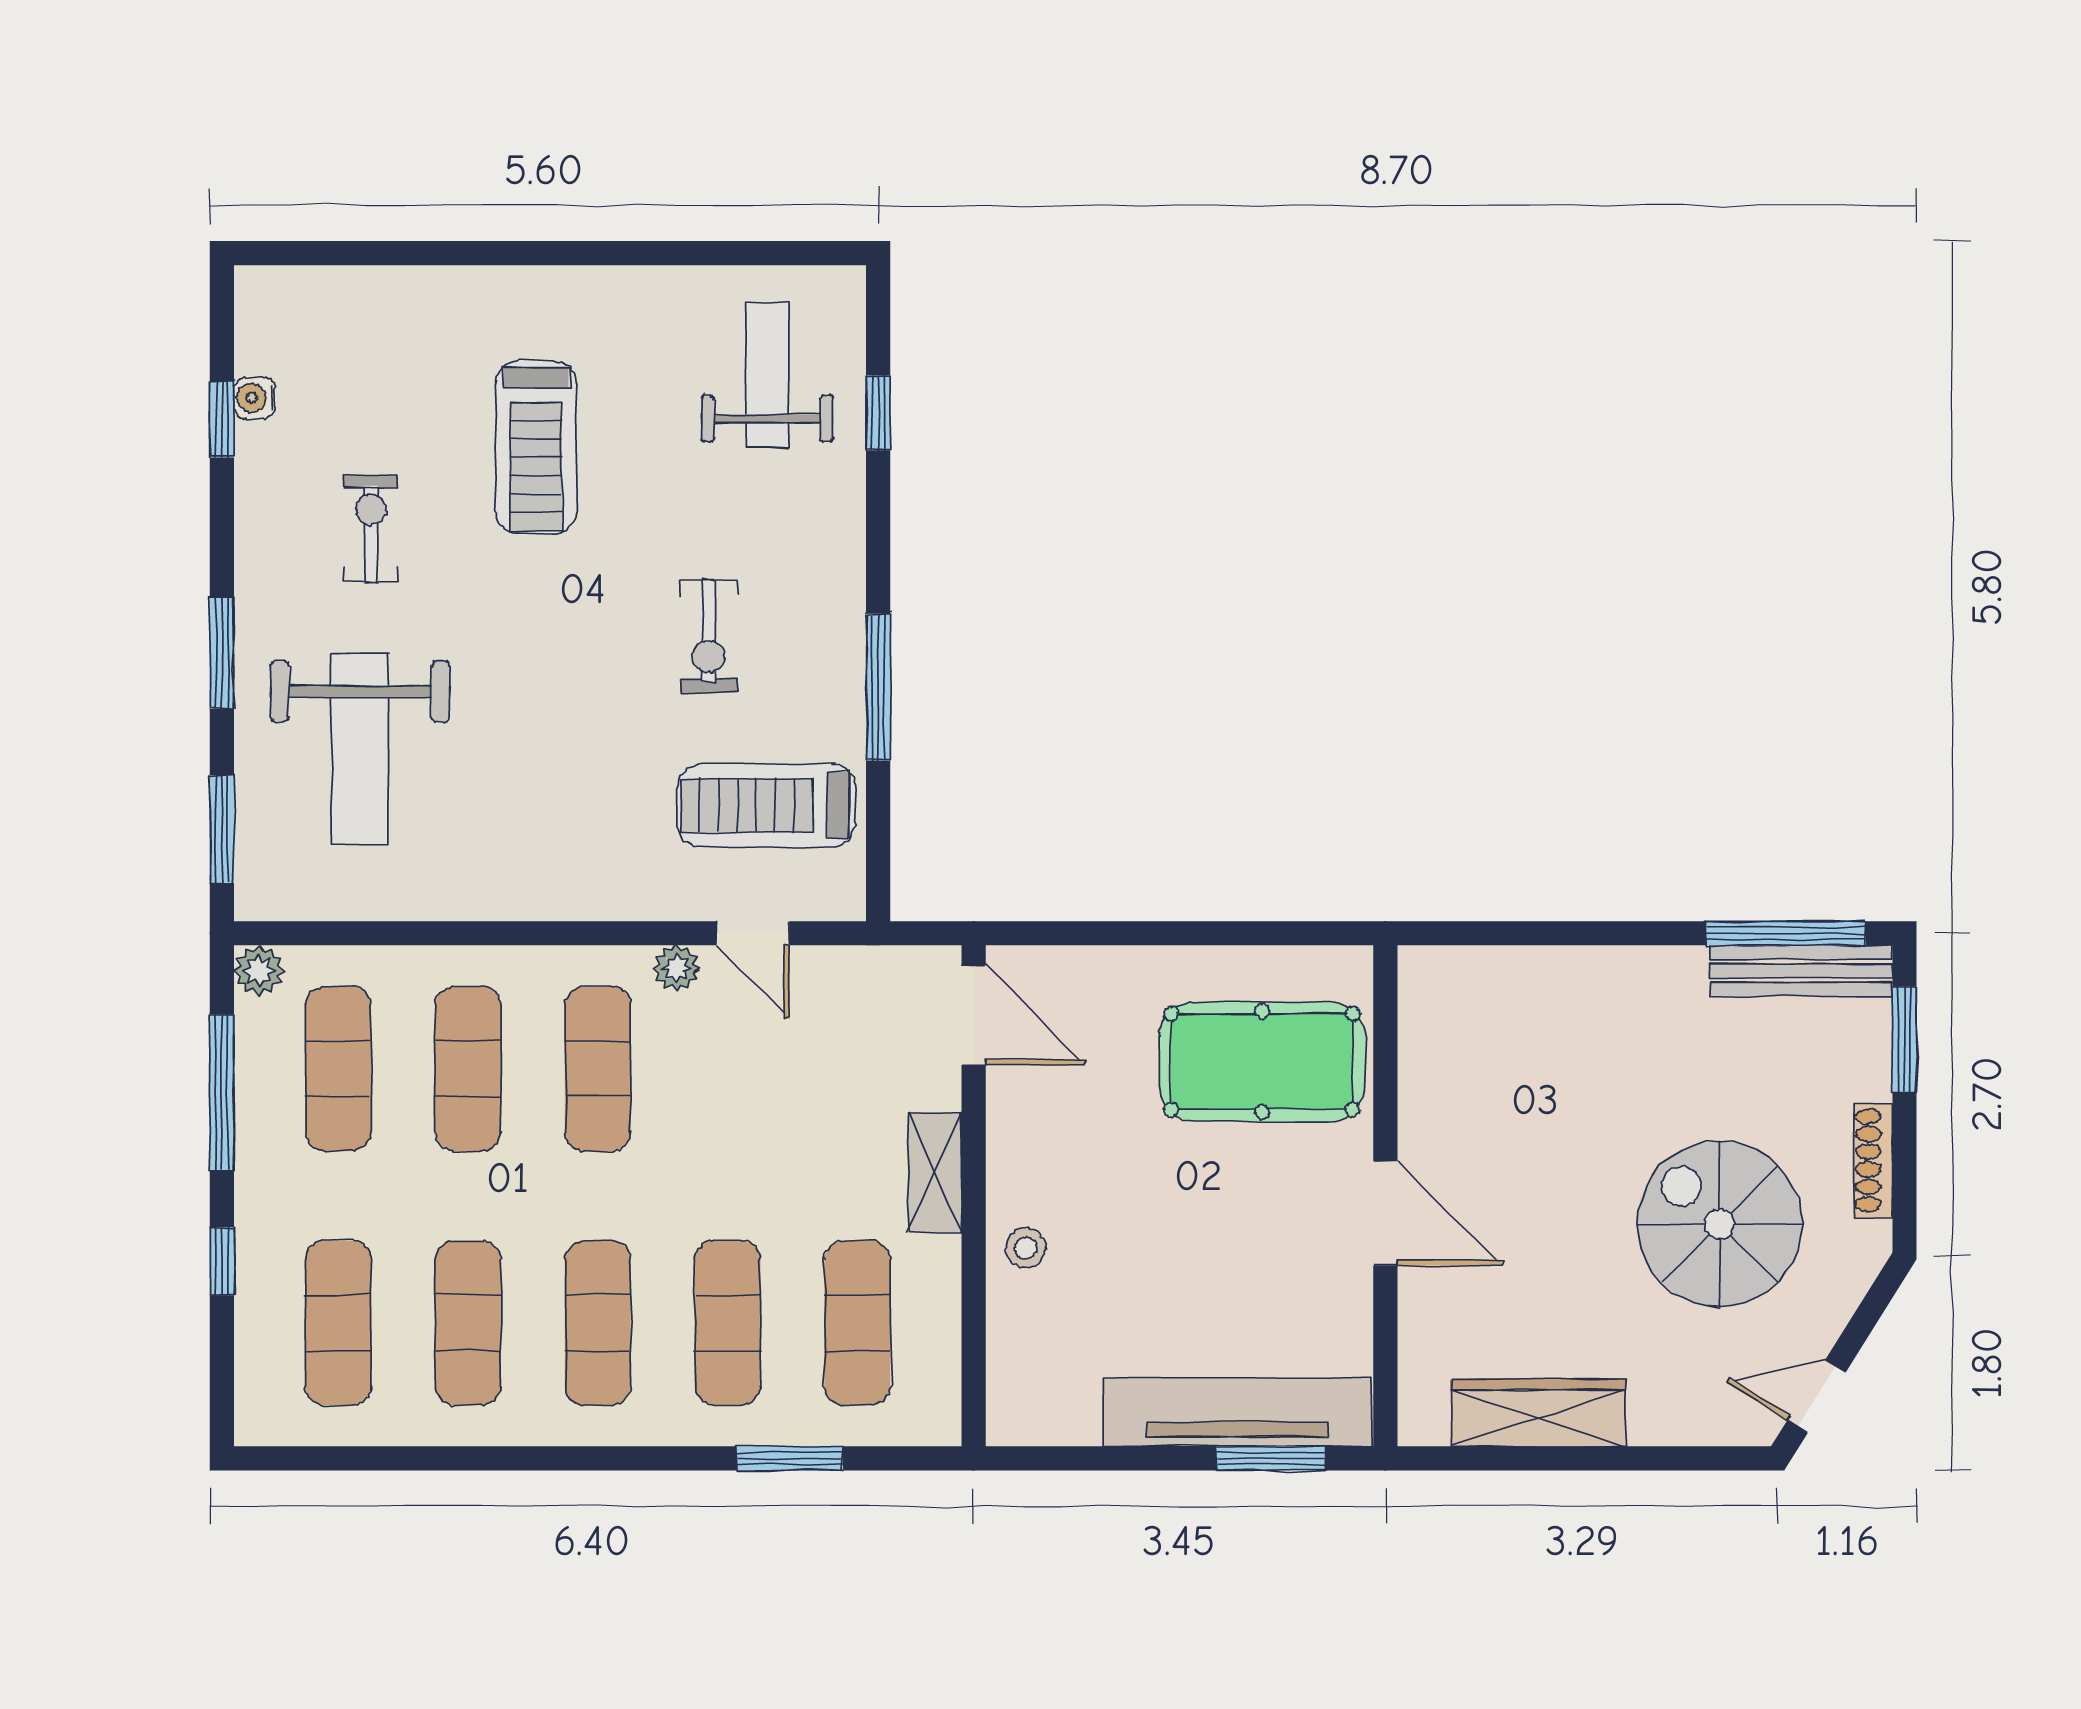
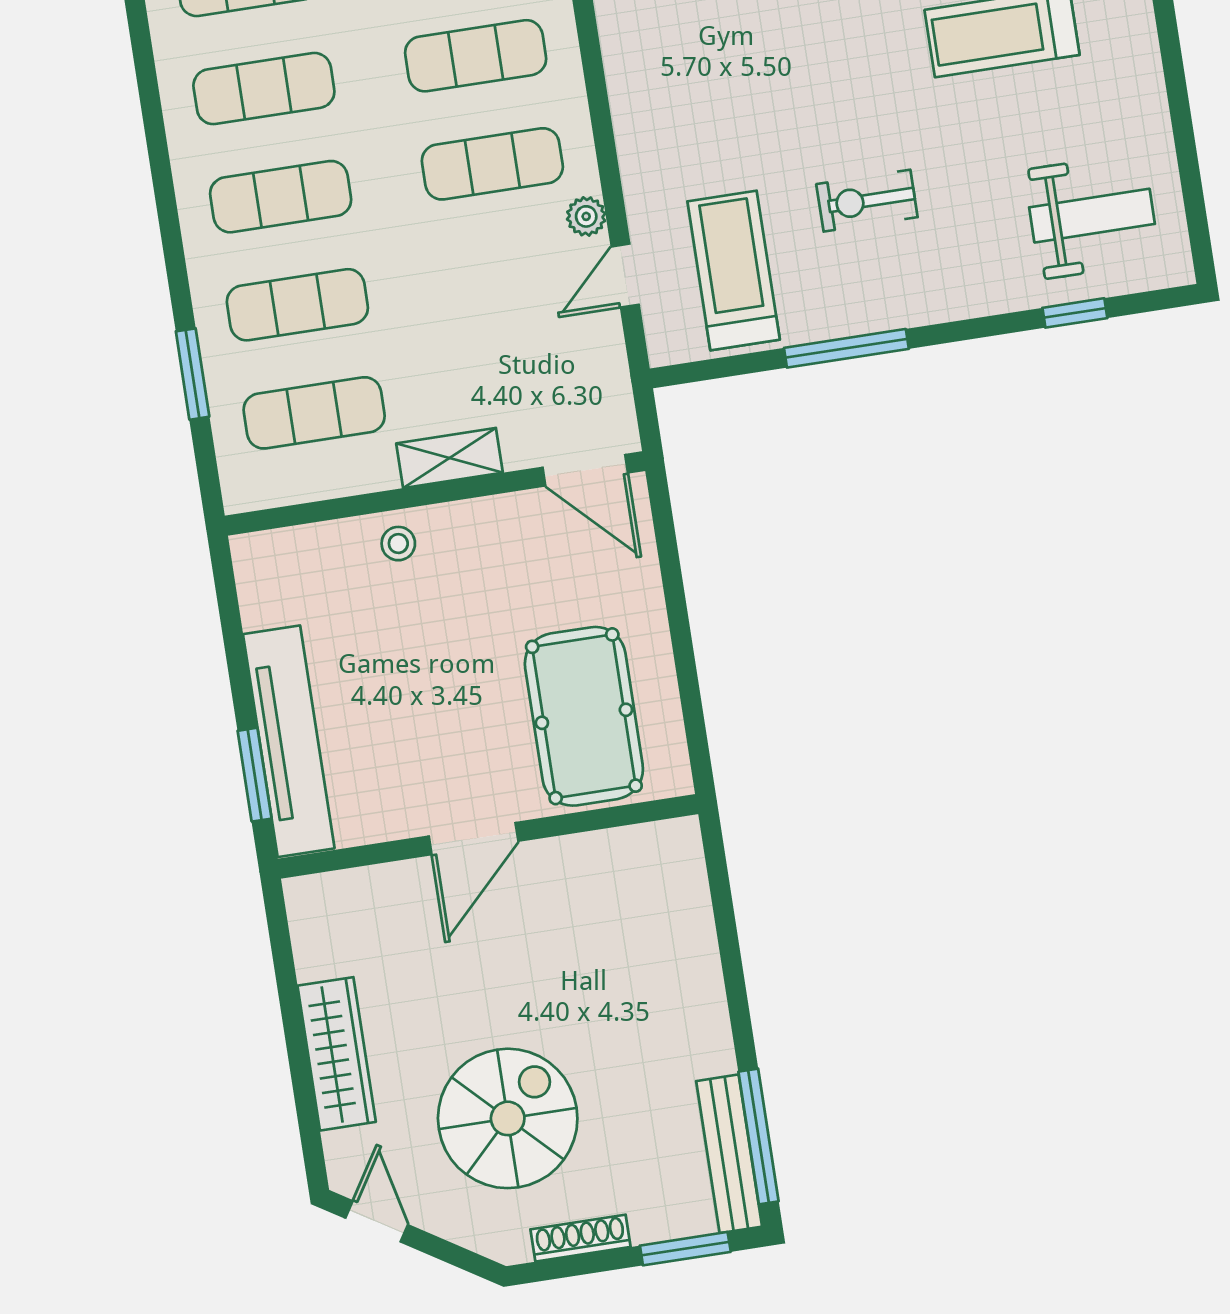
door: (974, 1015) -> (585, 470), hinge flipped
wardrobe: (1538, 1413) -> (337, 1054), moved

